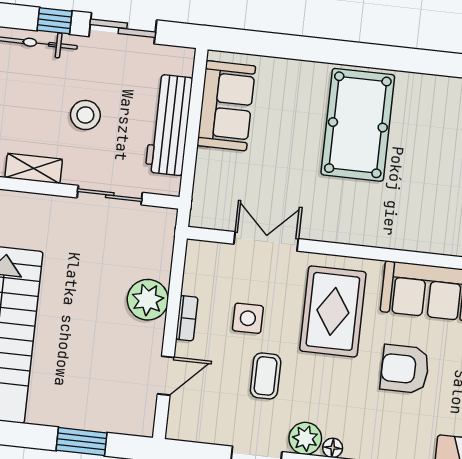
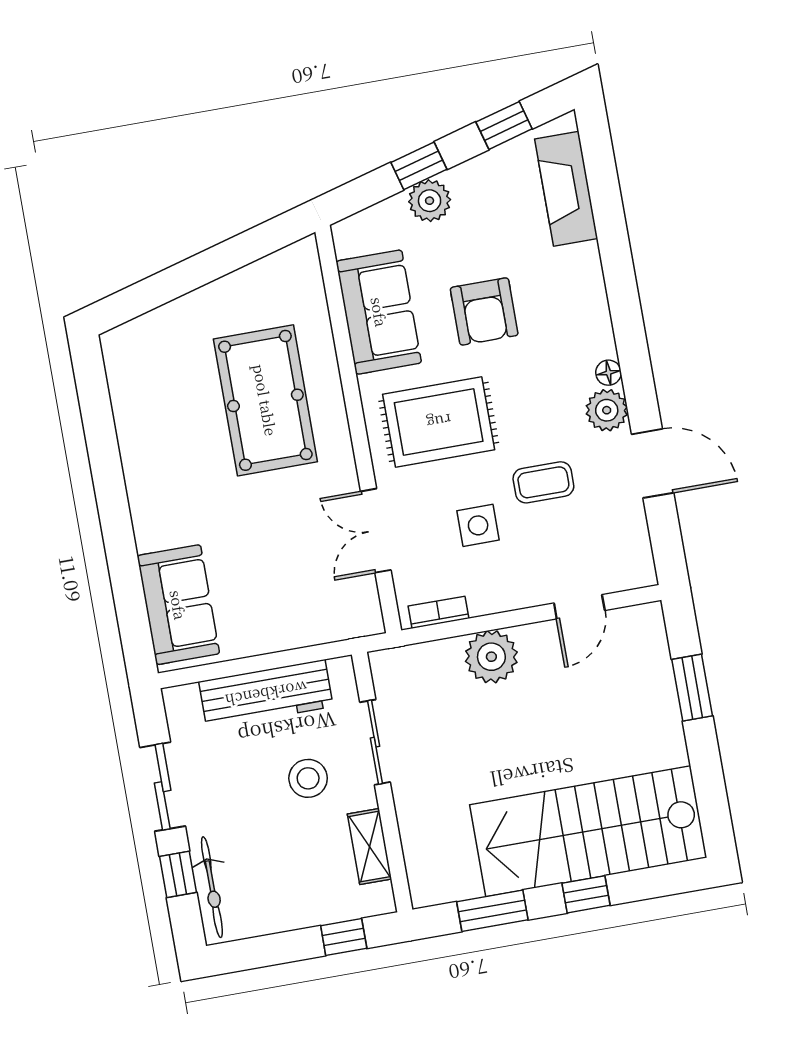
sofa: (226, 106) -> (178, 605), moved, turned 90
stool: (85, 115) -> (308, 778), moved
pool table: (358, 125) -> (265, 400), moved, turned 90
bookcase: (187, 318) -> (439, 612), moved
door: (166, 376) -> (579, 607), swing flipped

